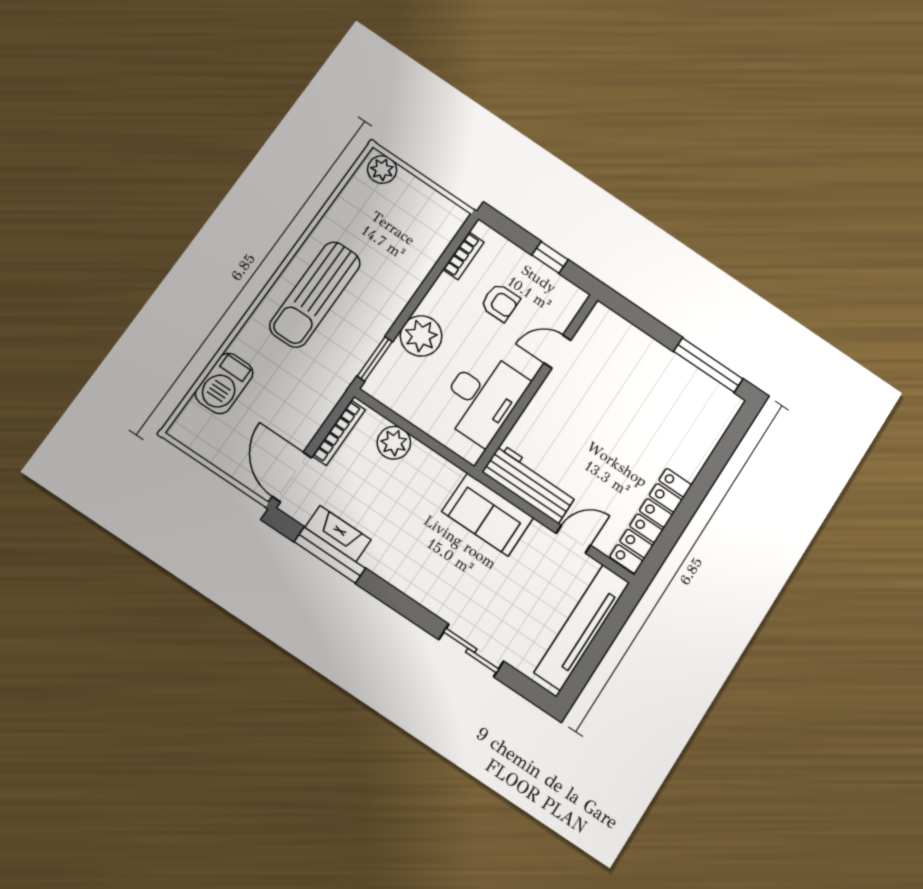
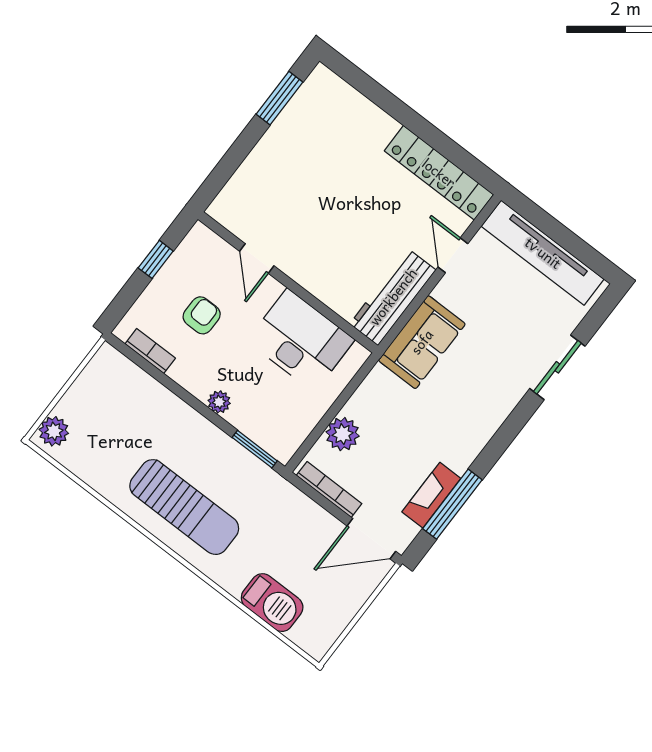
plant: (421, 336) -> (219, 402), width x0.53, depth x0.53
window: (708, 365) -> (279, 98), width x0.69

